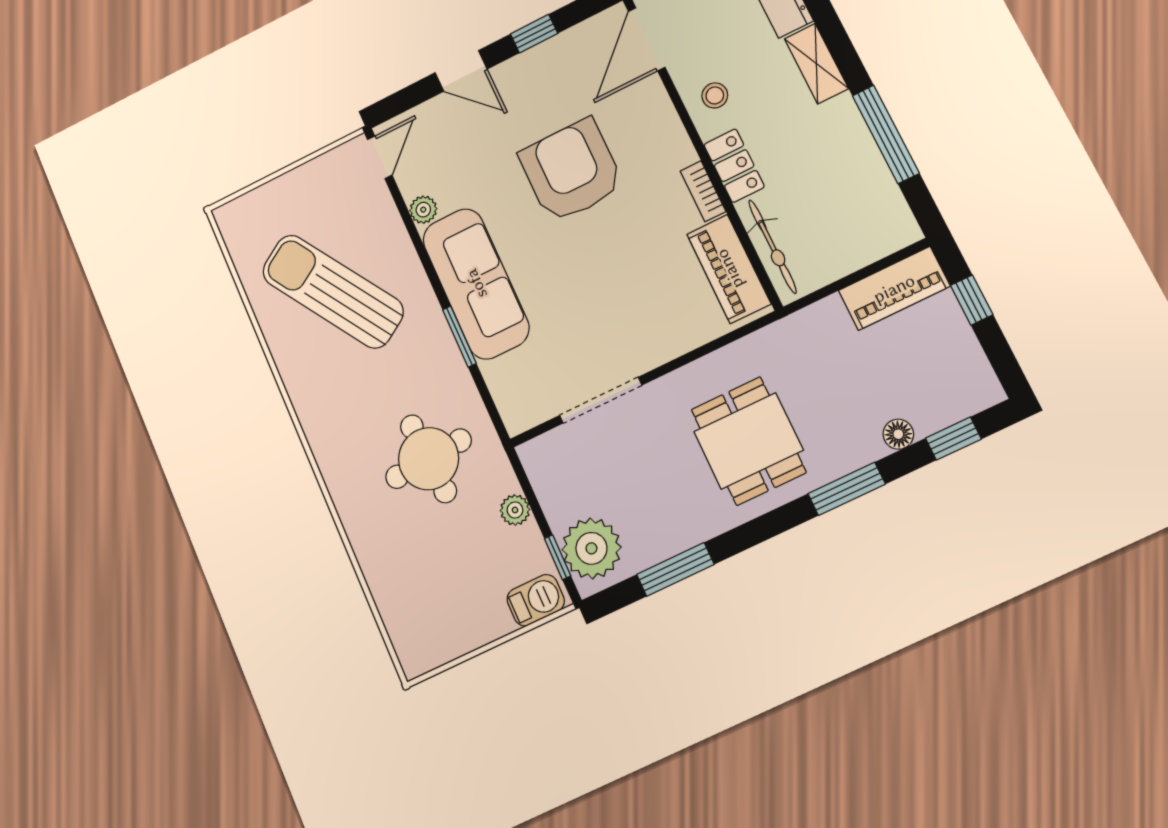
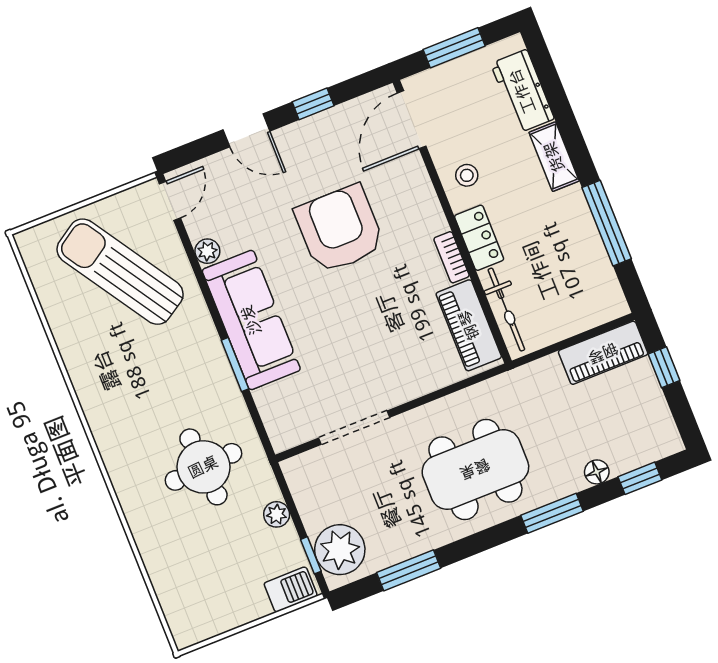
sun lounger: (333, 291) -> (120, 272), moved
dining table: (748, 441) -> (475, 469), width x1.38

